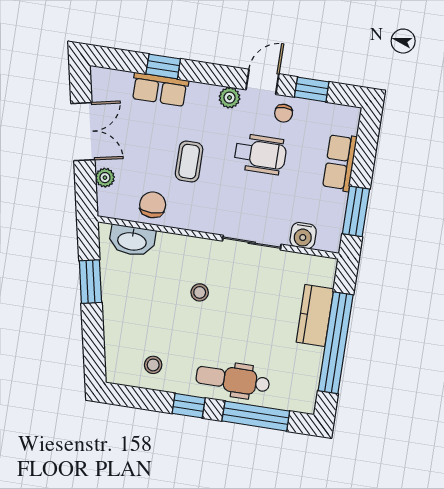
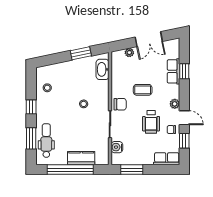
row of seats: (340, 162) -> (167, 159), moved
chair: (153, 205) -> (120, 104), moved
dental chair: (233, 380) -> (46, 141), moved
window: (256, 416) -> (31, 138), width x0.69

